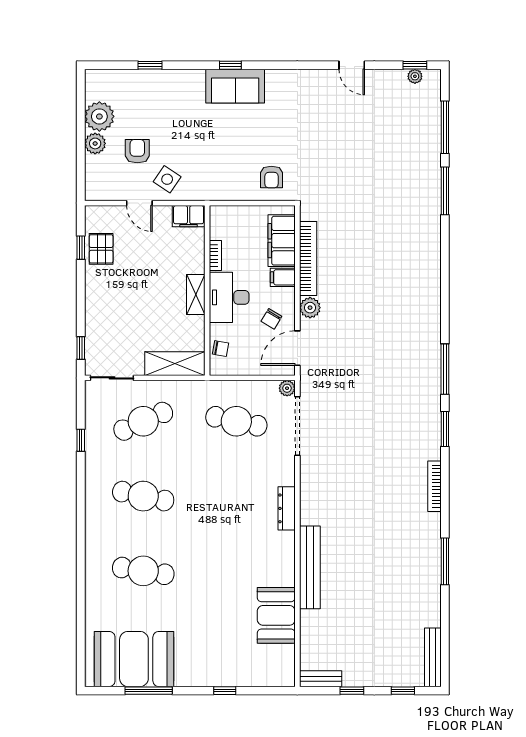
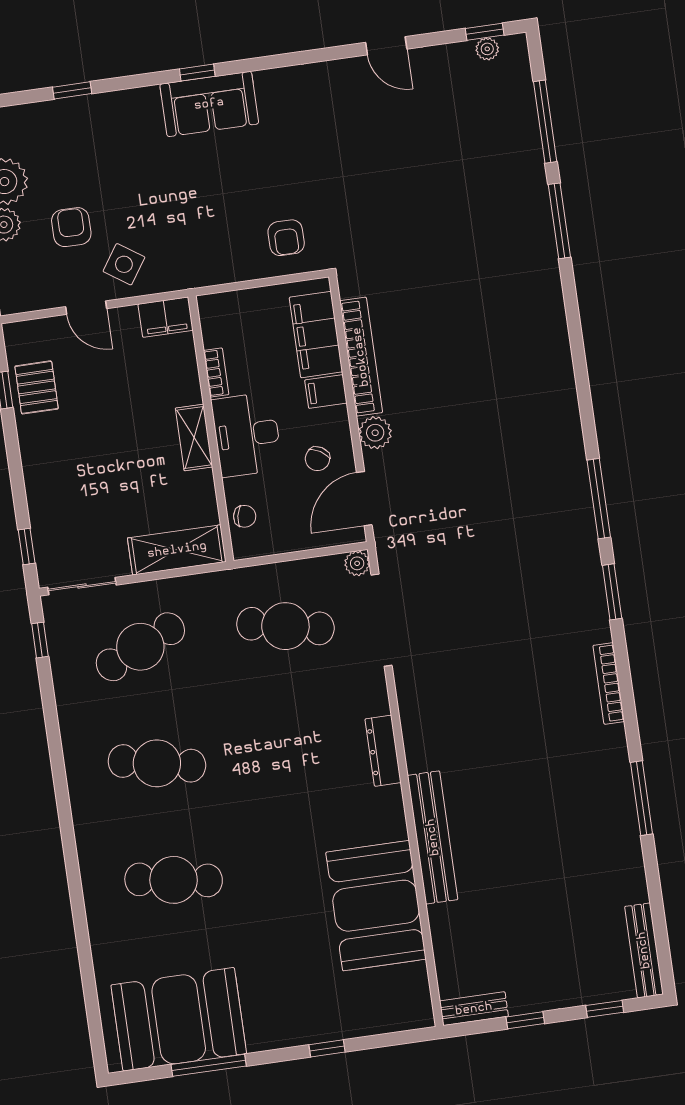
window: (81, 440) -> (40, 640), moved
booth: (276, 615) -> (376, 906), width x1.36, depth x1.42

